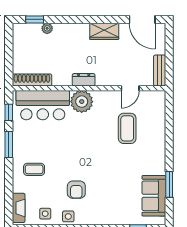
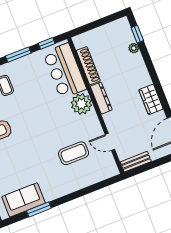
shoe rack: (32, 80) -> (88, 66), moved
dresser: (84, 80) -> (101, 98), width x1.44

